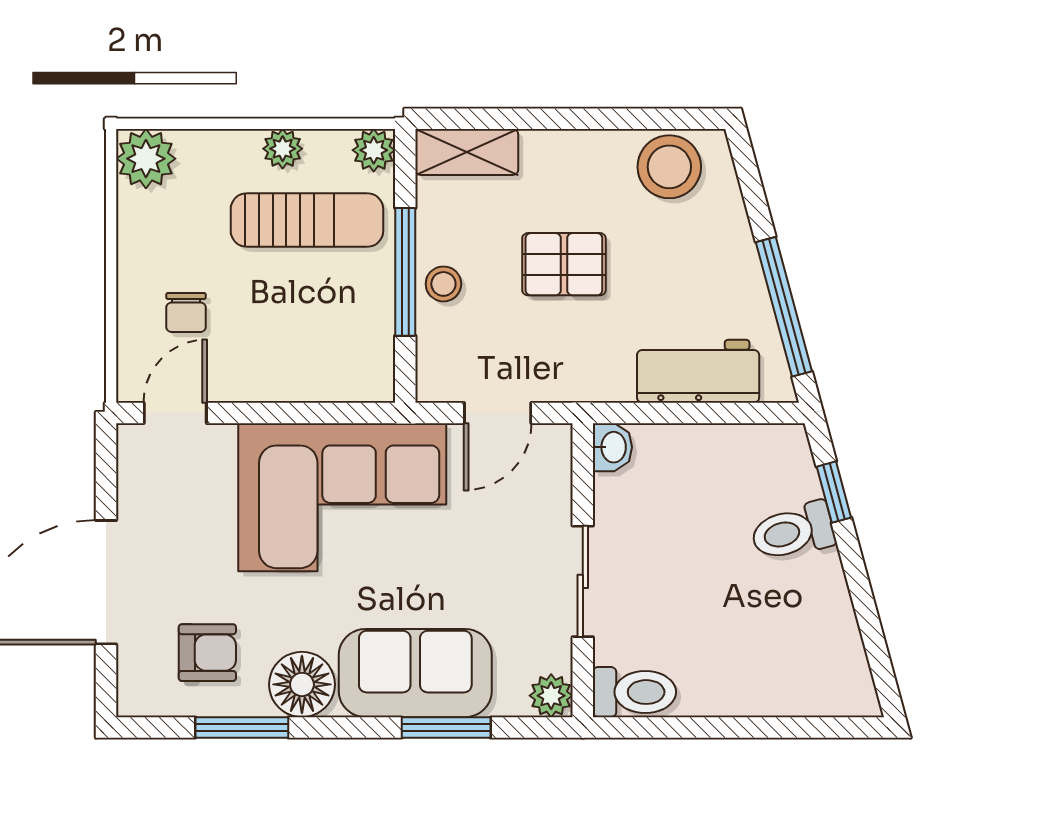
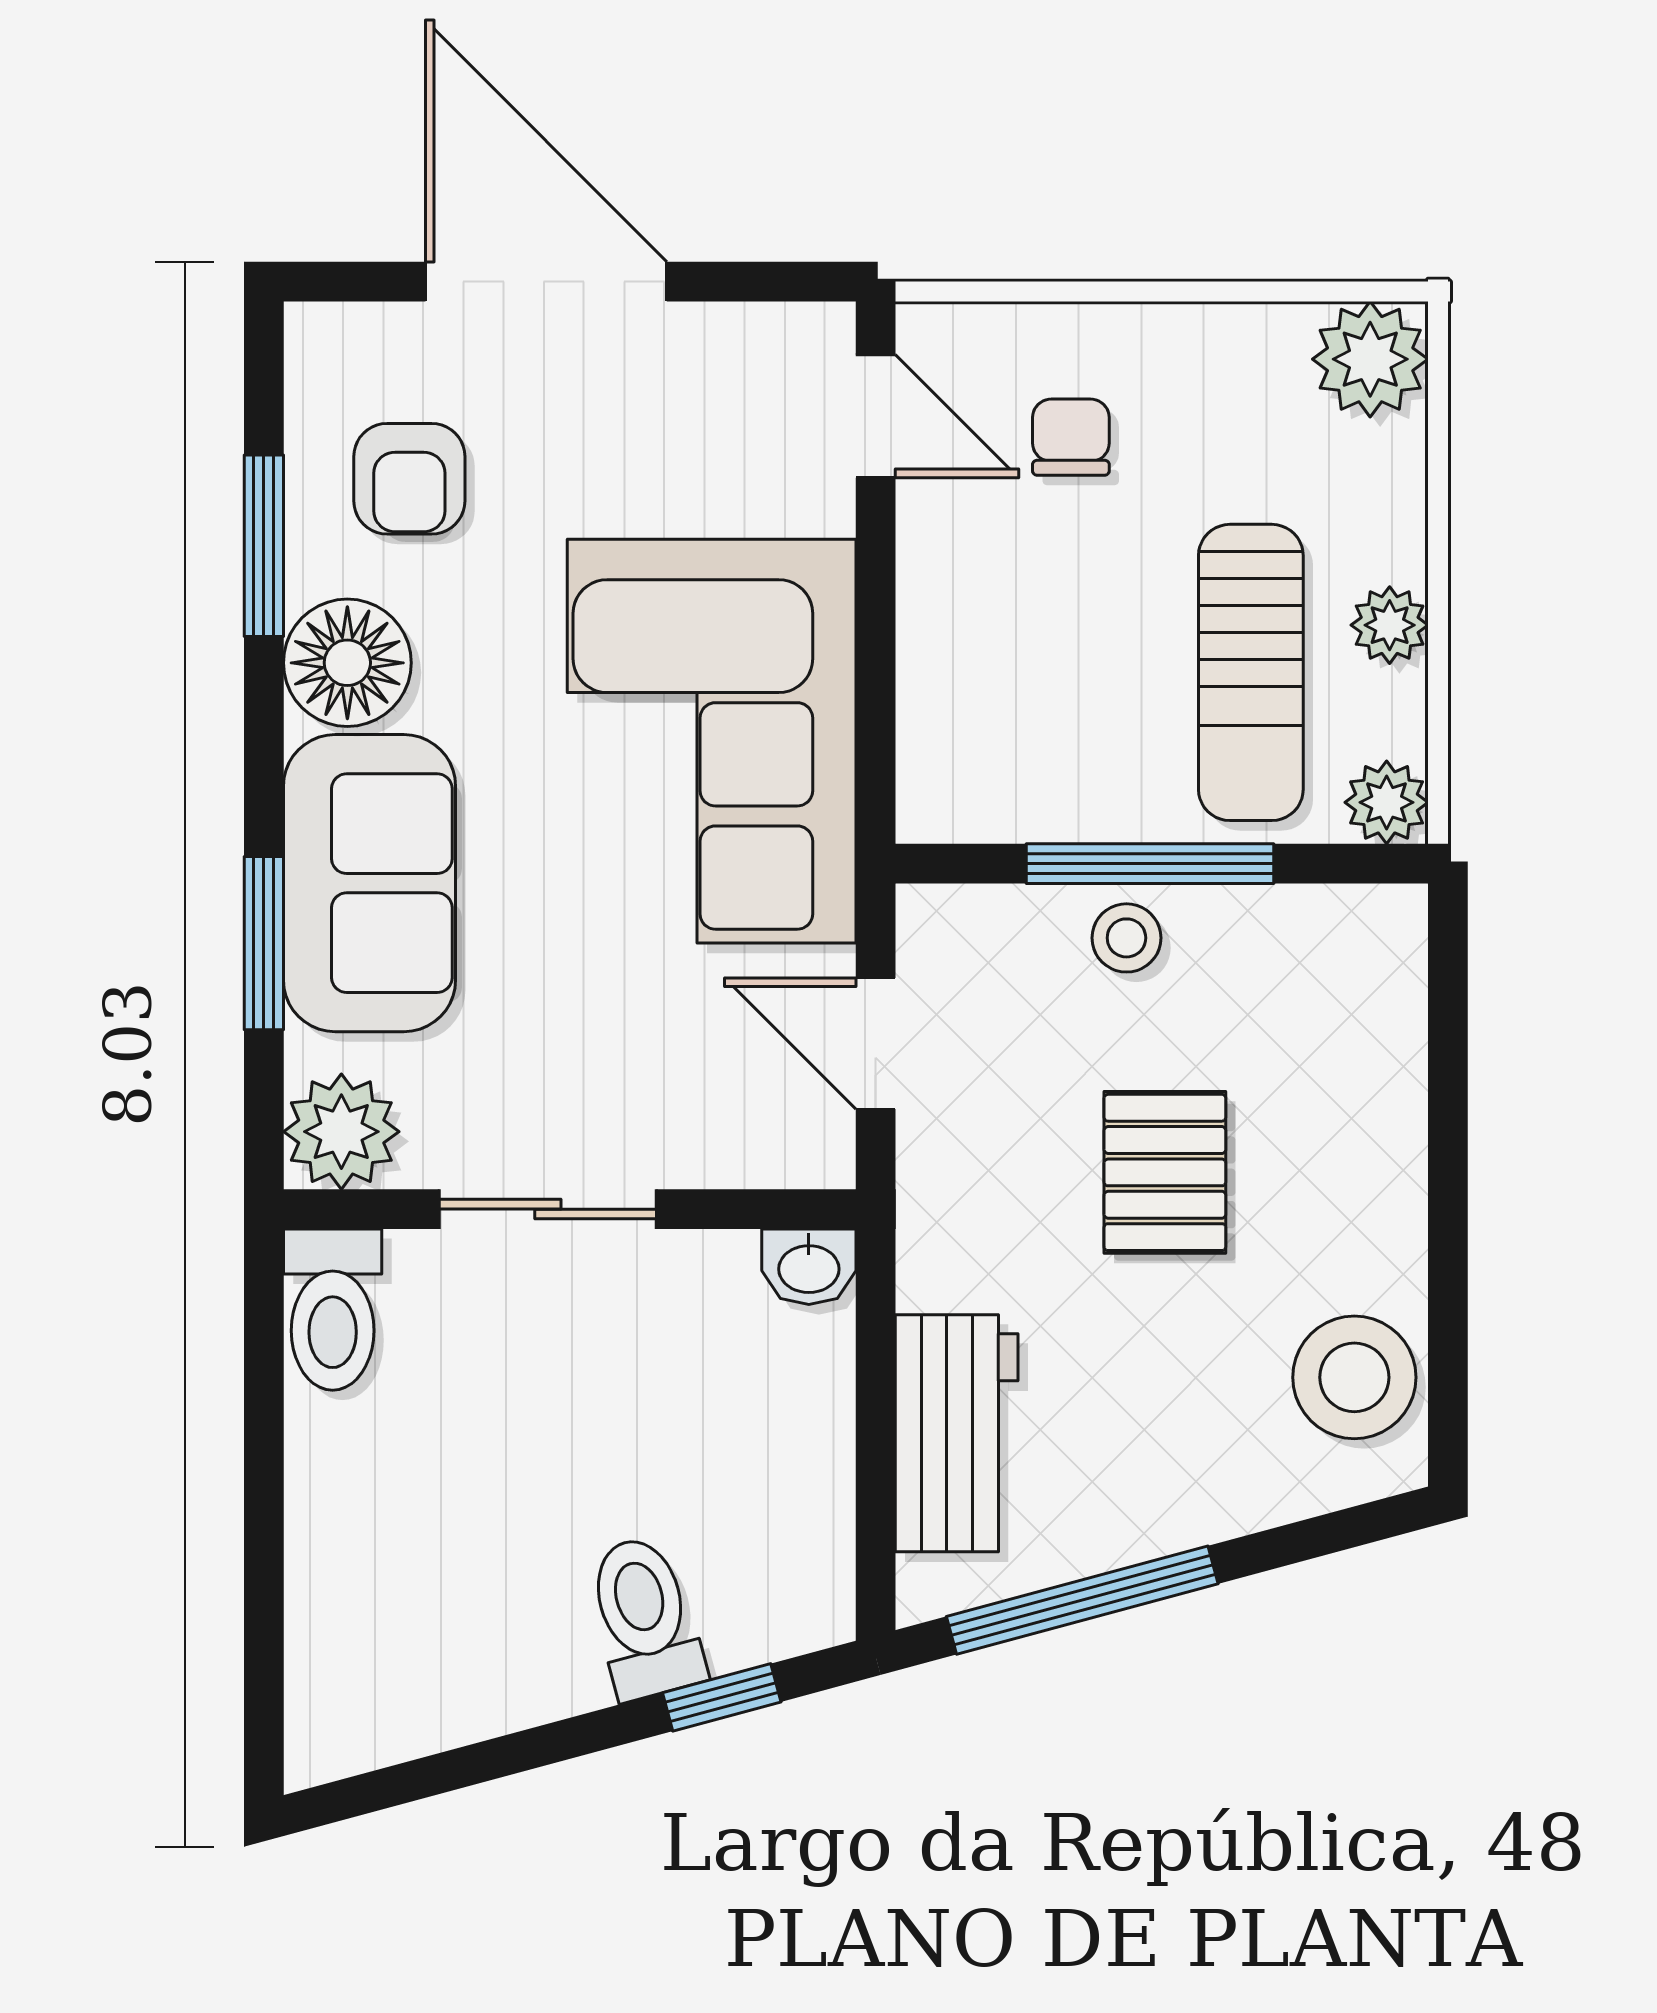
shelving: (467, 152) -> (1383, 983), removed
chair: (186, 313) -> (1071, 437), turned 90
plant: (551, 696) -> (341, 1132), width x1.38, depth x1.38

